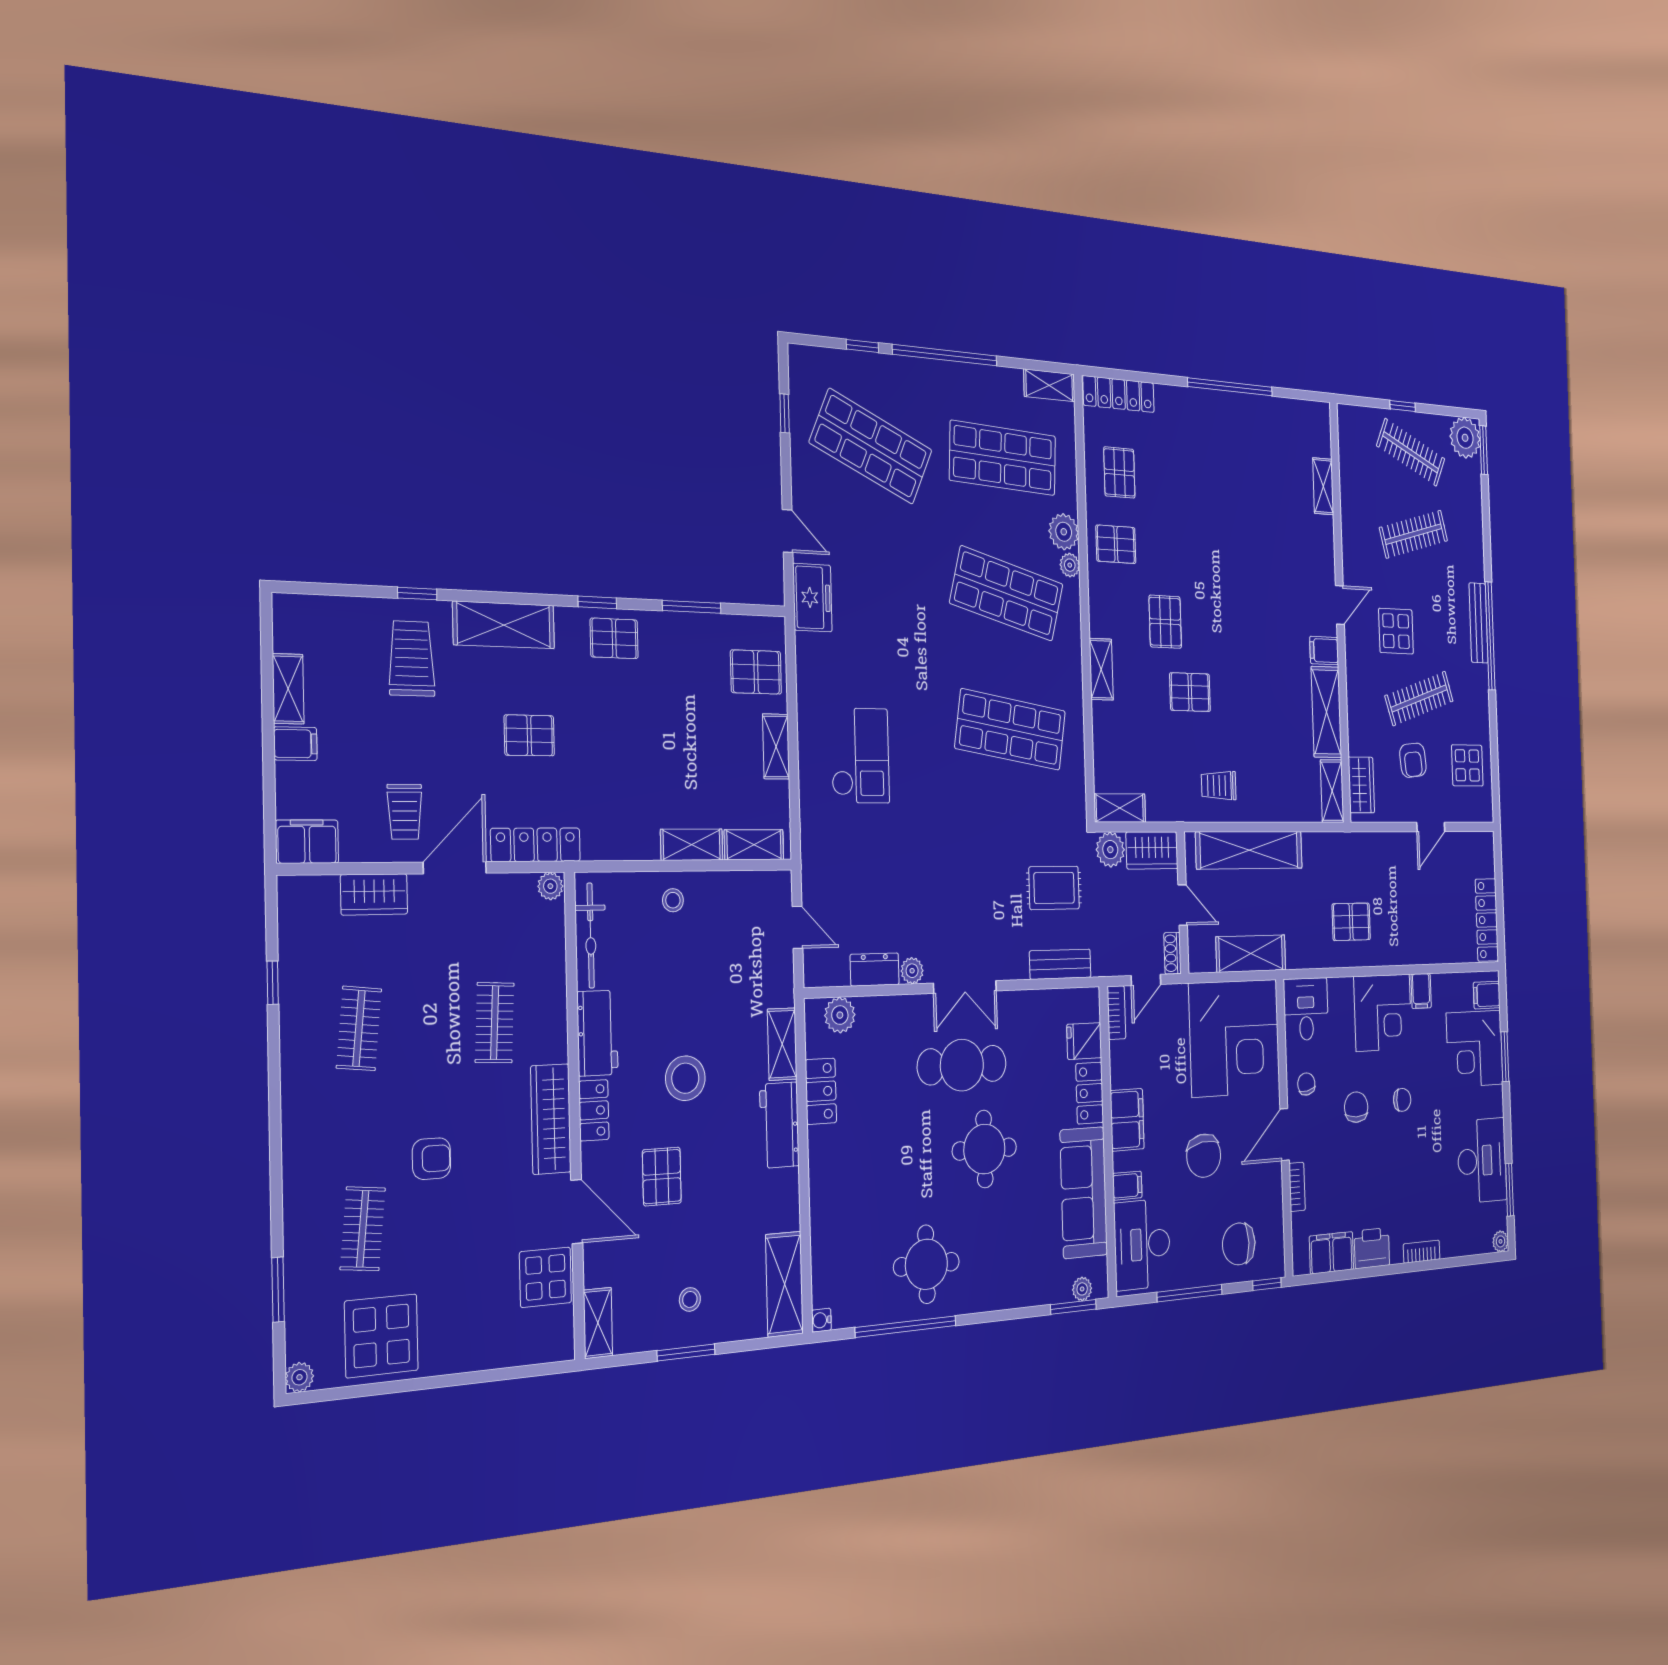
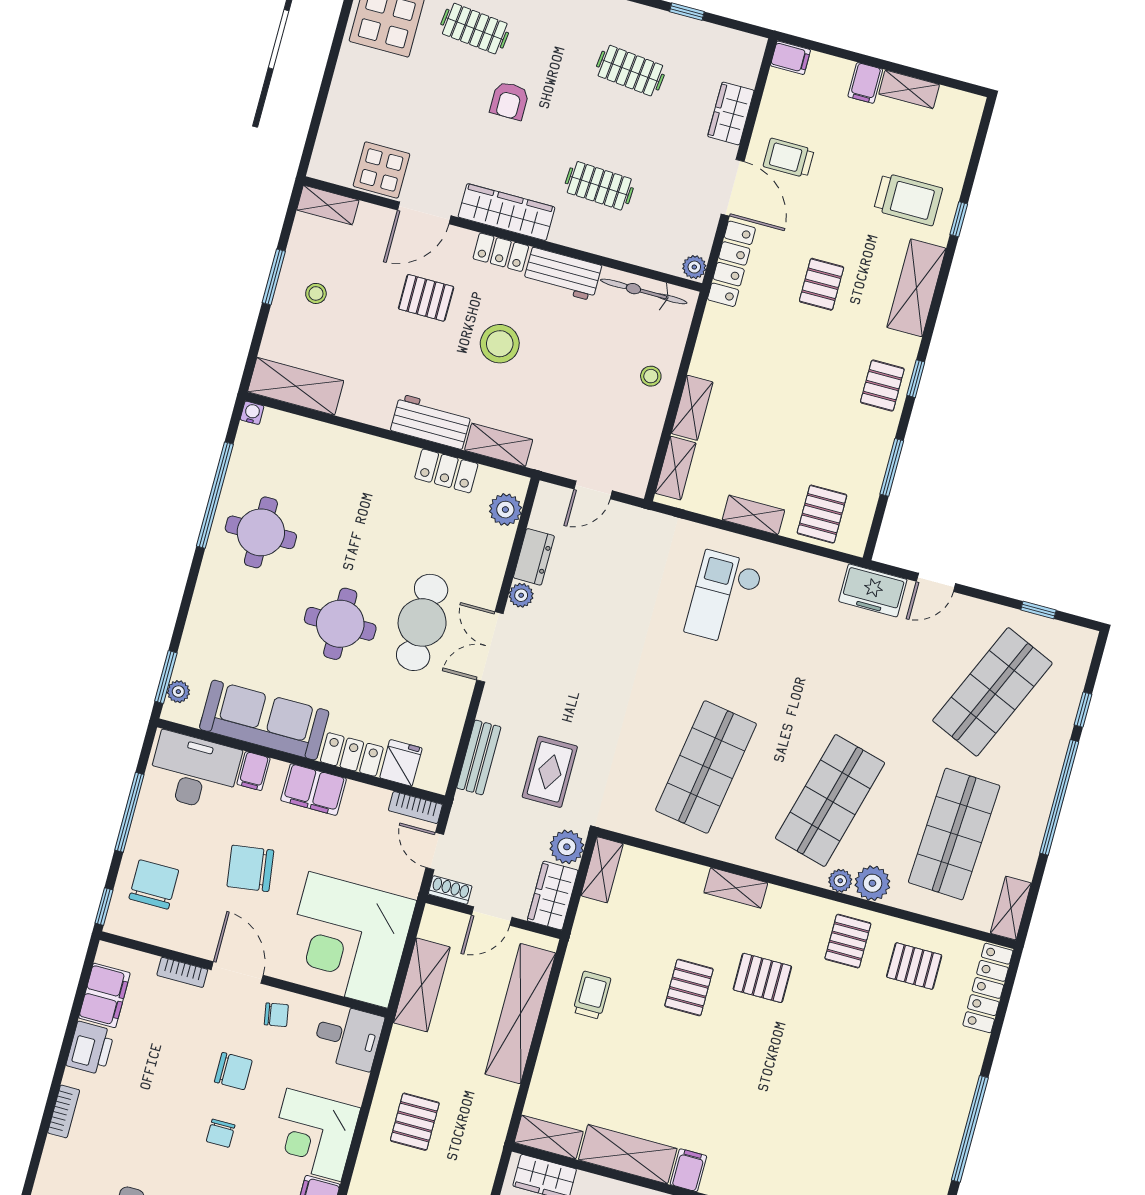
checkout: (860, 756) -> (724, 598), turned 90
filing cabinet: (307, 842) -> (790, 58), width x0.50

